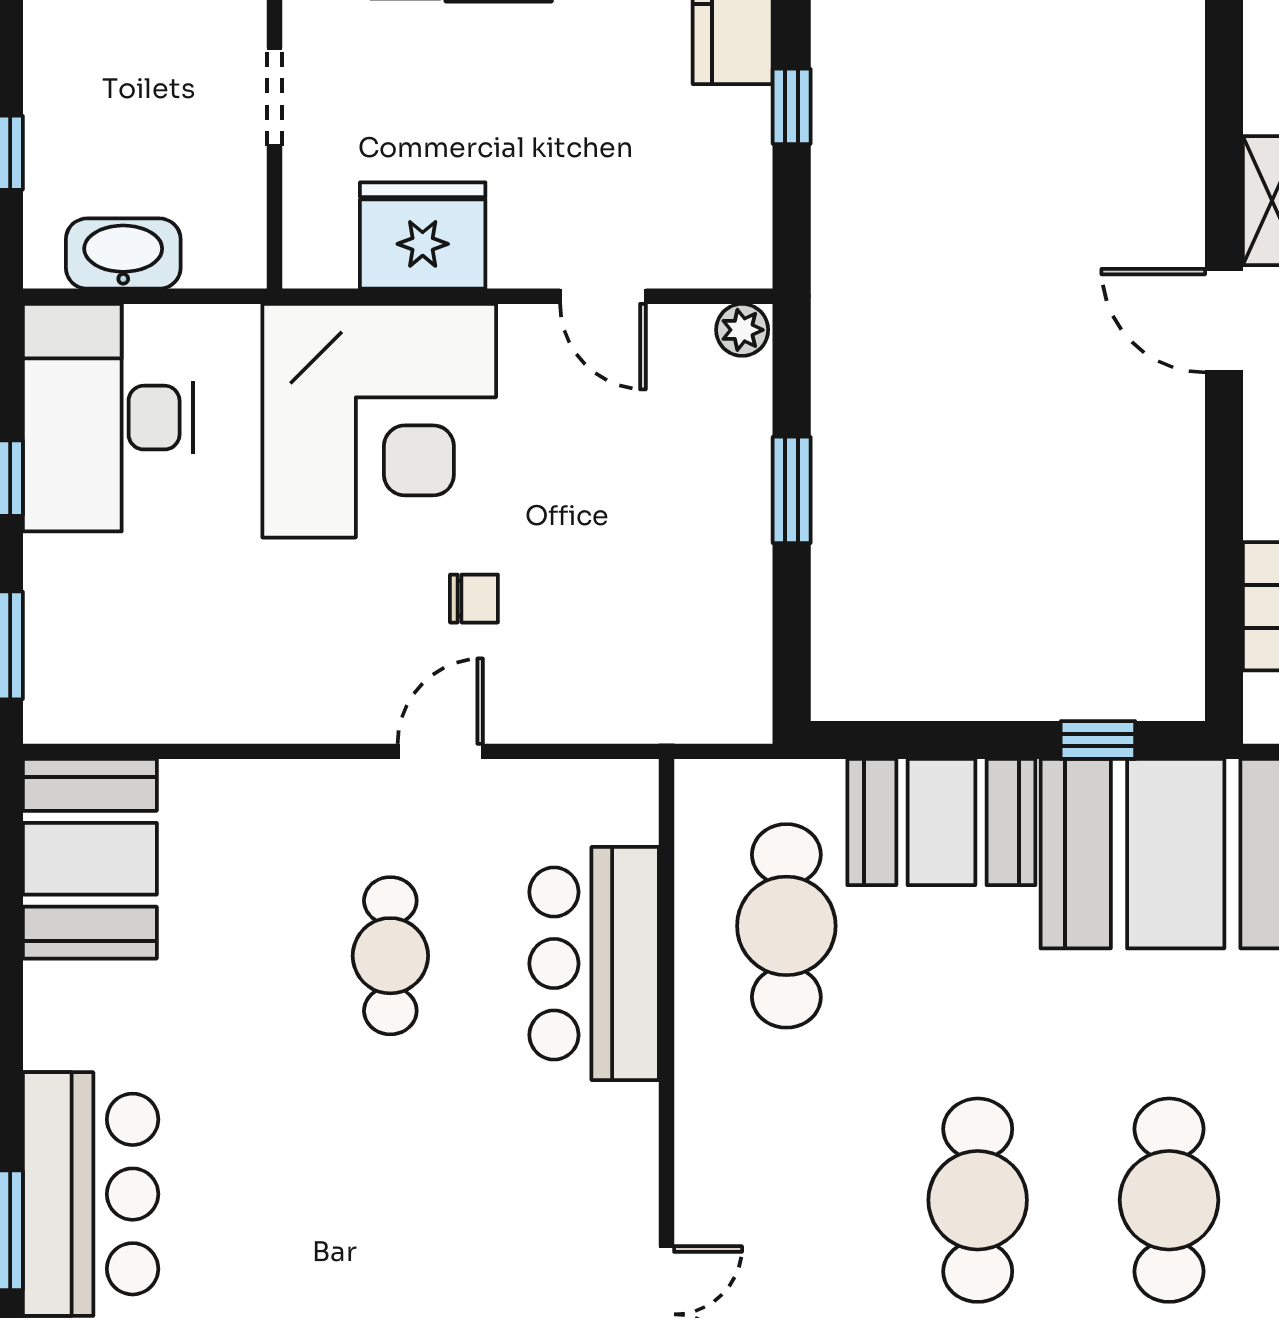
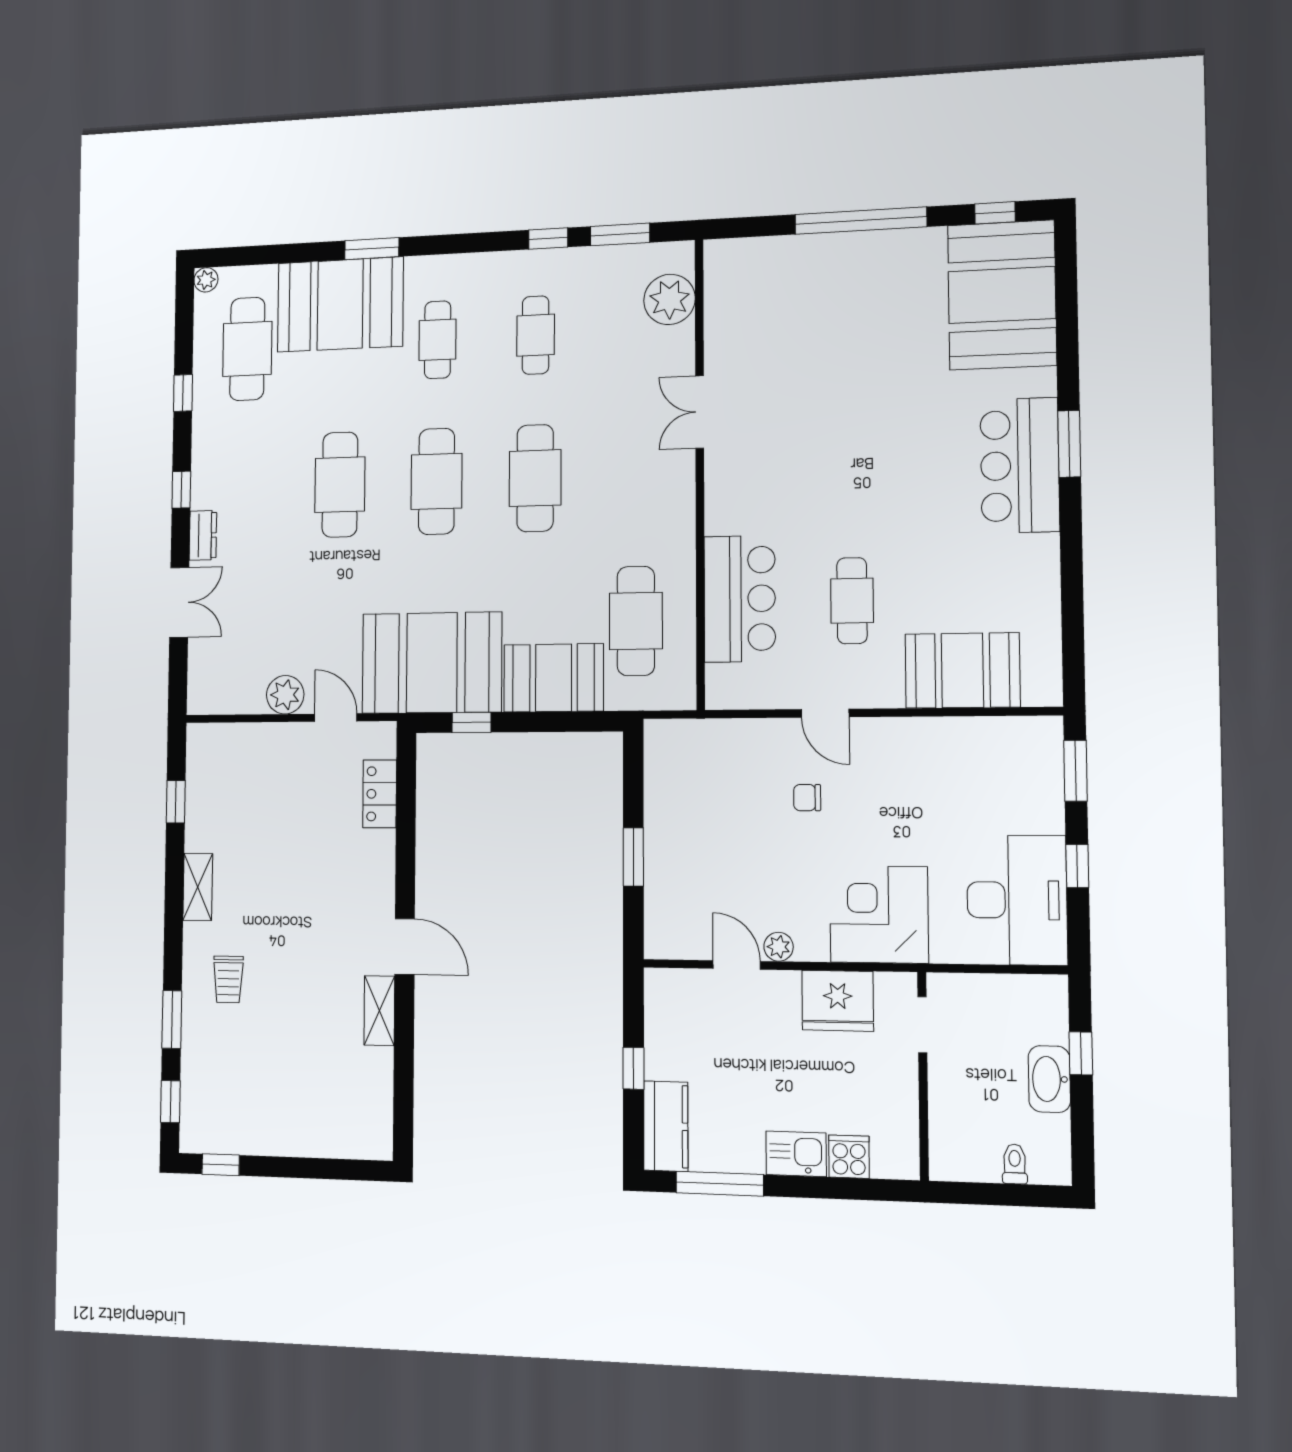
doorway: (274, 97) -> (922, 1025), moved
washbasin: (123, 254) -> (1049, 1079), moved, turned 90
plant: (742, 330) -> (779, 947), moved
corner desk: (379, 421) -> (879, 914), width x0.74, depth x0.74
door: (440, 751) -> (825, 713), hinge flipped
booth: (90, 859) -> (962, 670), moved, turned 90

